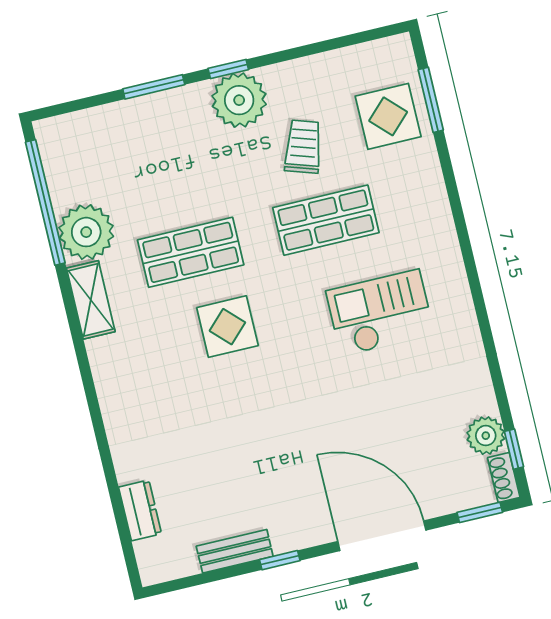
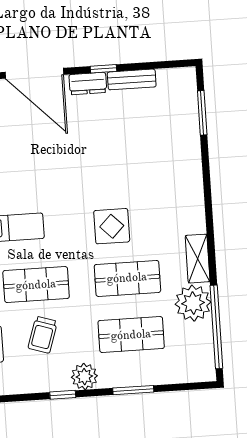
window: (228, 69) -> (63, 395), moved
plant: (239, 100) -> (84, 377), width x0.73, depth x0.73
shop shelf: (171, 169) -> (131, 335), added
dresser: (140, 510) -> (88, 84), moved, turned -90
window: (121, 519) -> (202, 113), added

